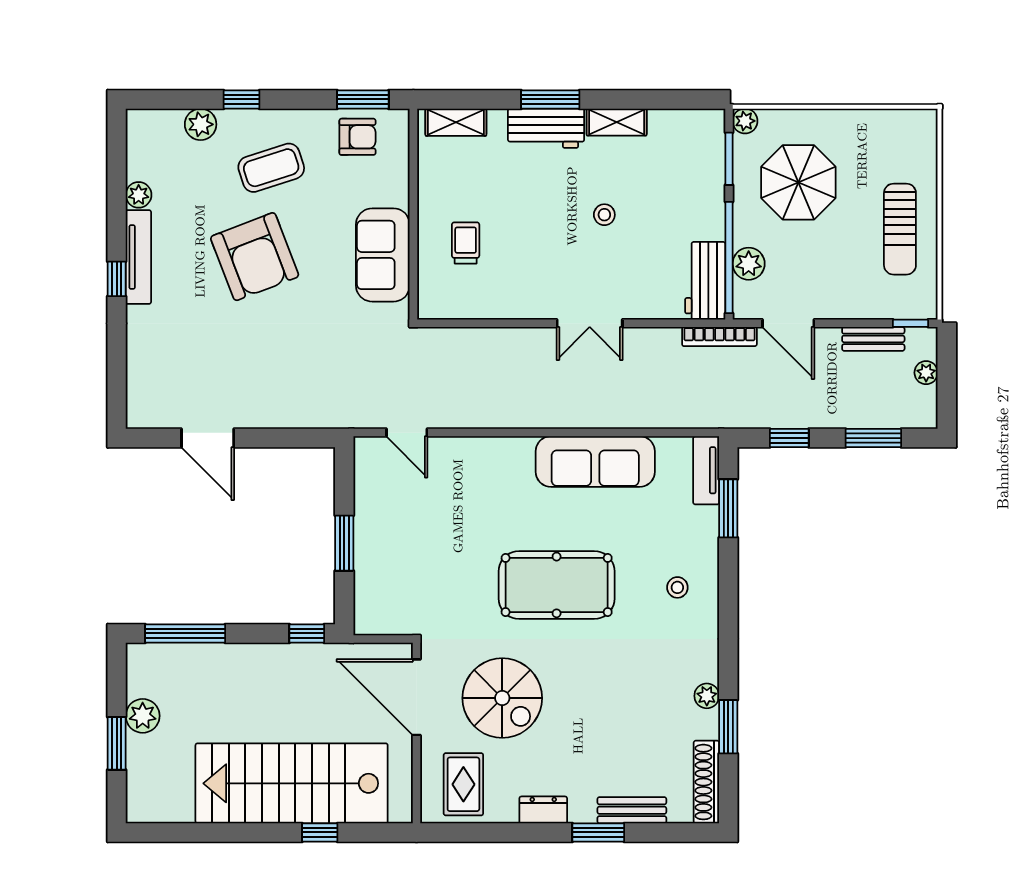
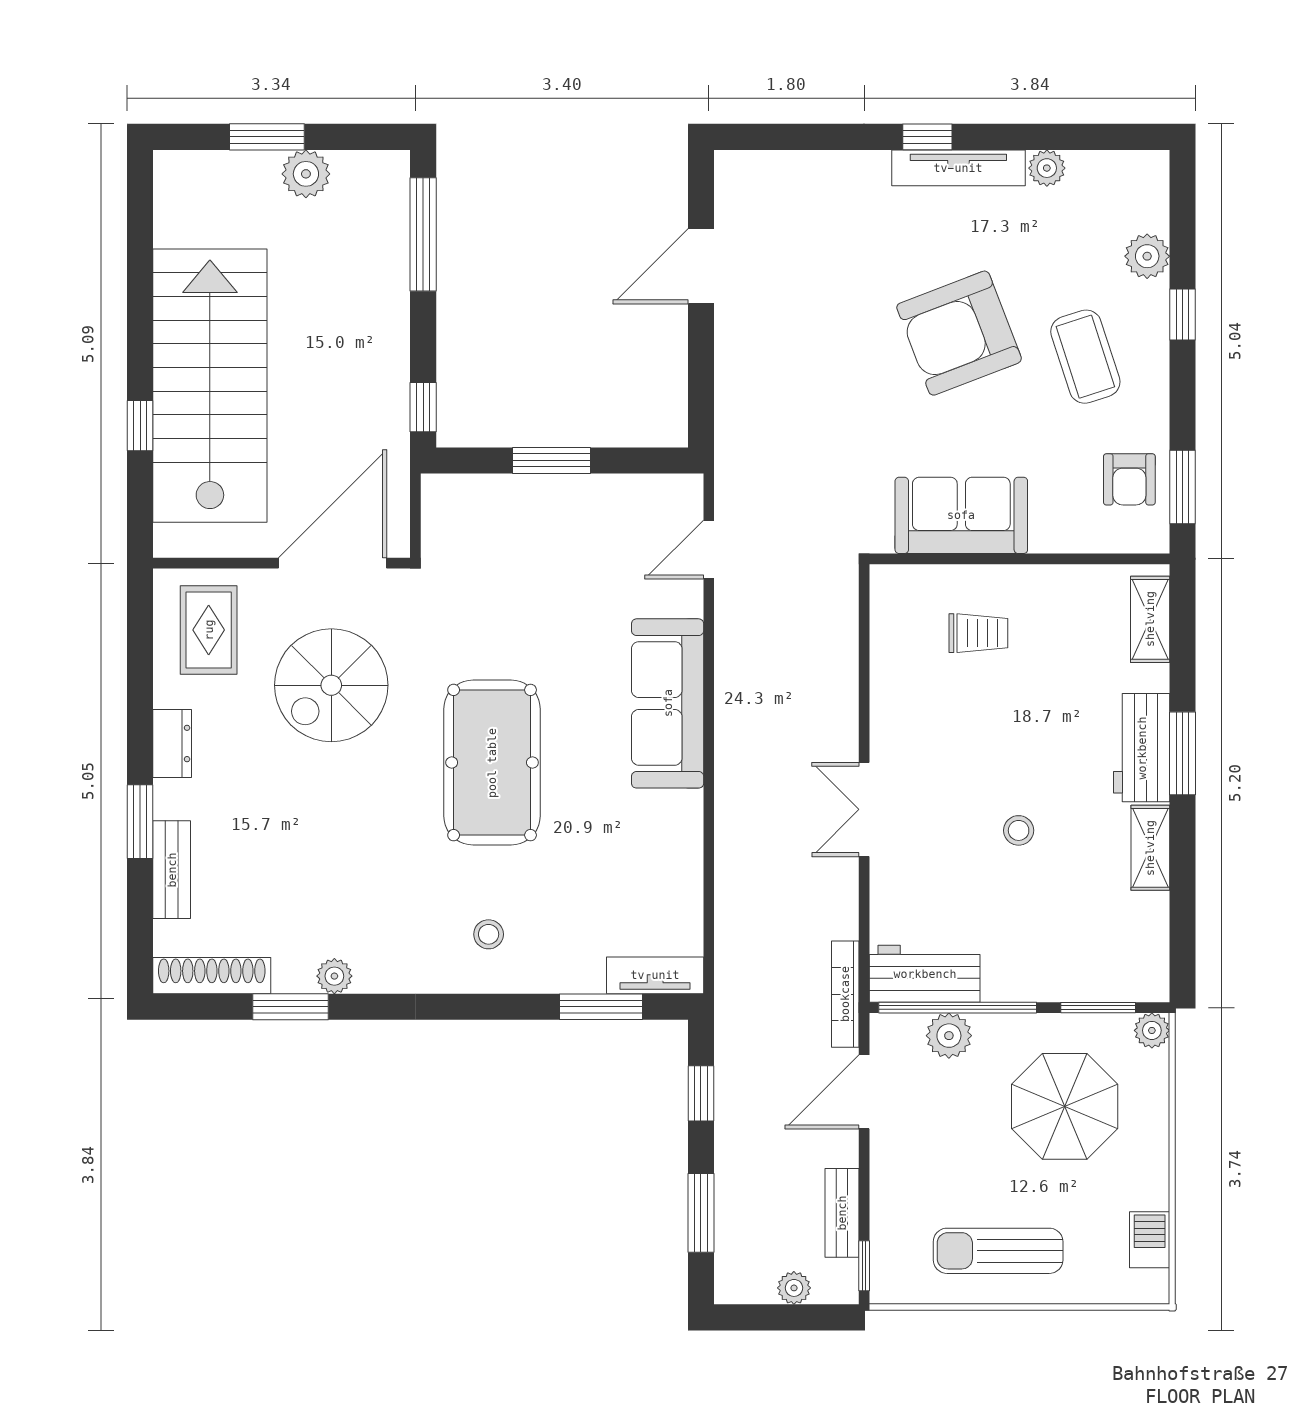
barbecue: (892, 123) -> (1150, 1240), added
sofa: (595, 462) -> (668, 703), moved
rug: (463, 784) -> (209, 630), turned 90

